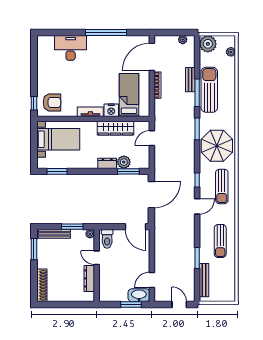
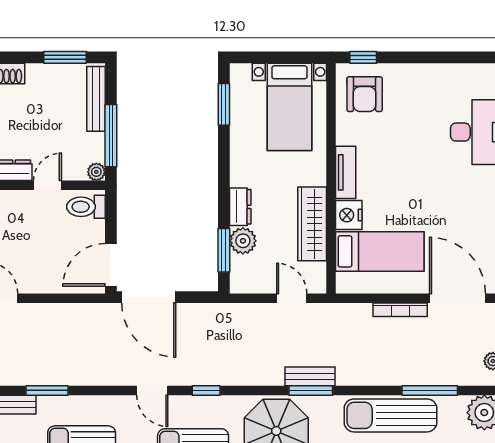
bench: (190, 80) -> (310, 376), moved
sun lounger: (209, 90) -> (391, 415), turned 180
window: (197, 93) -> (430, 390), moved
door: (151, 195) -> (149, 297), moved
window: (72, 227) -> (111, 136), width x1.44

